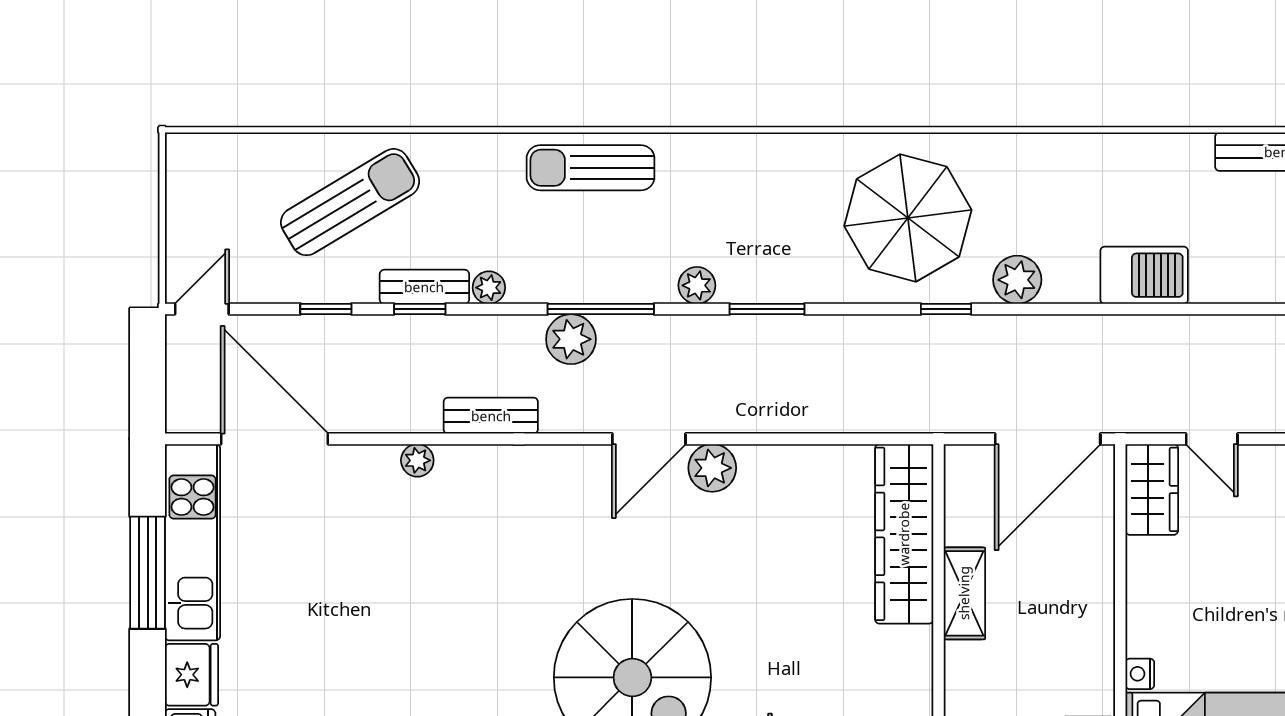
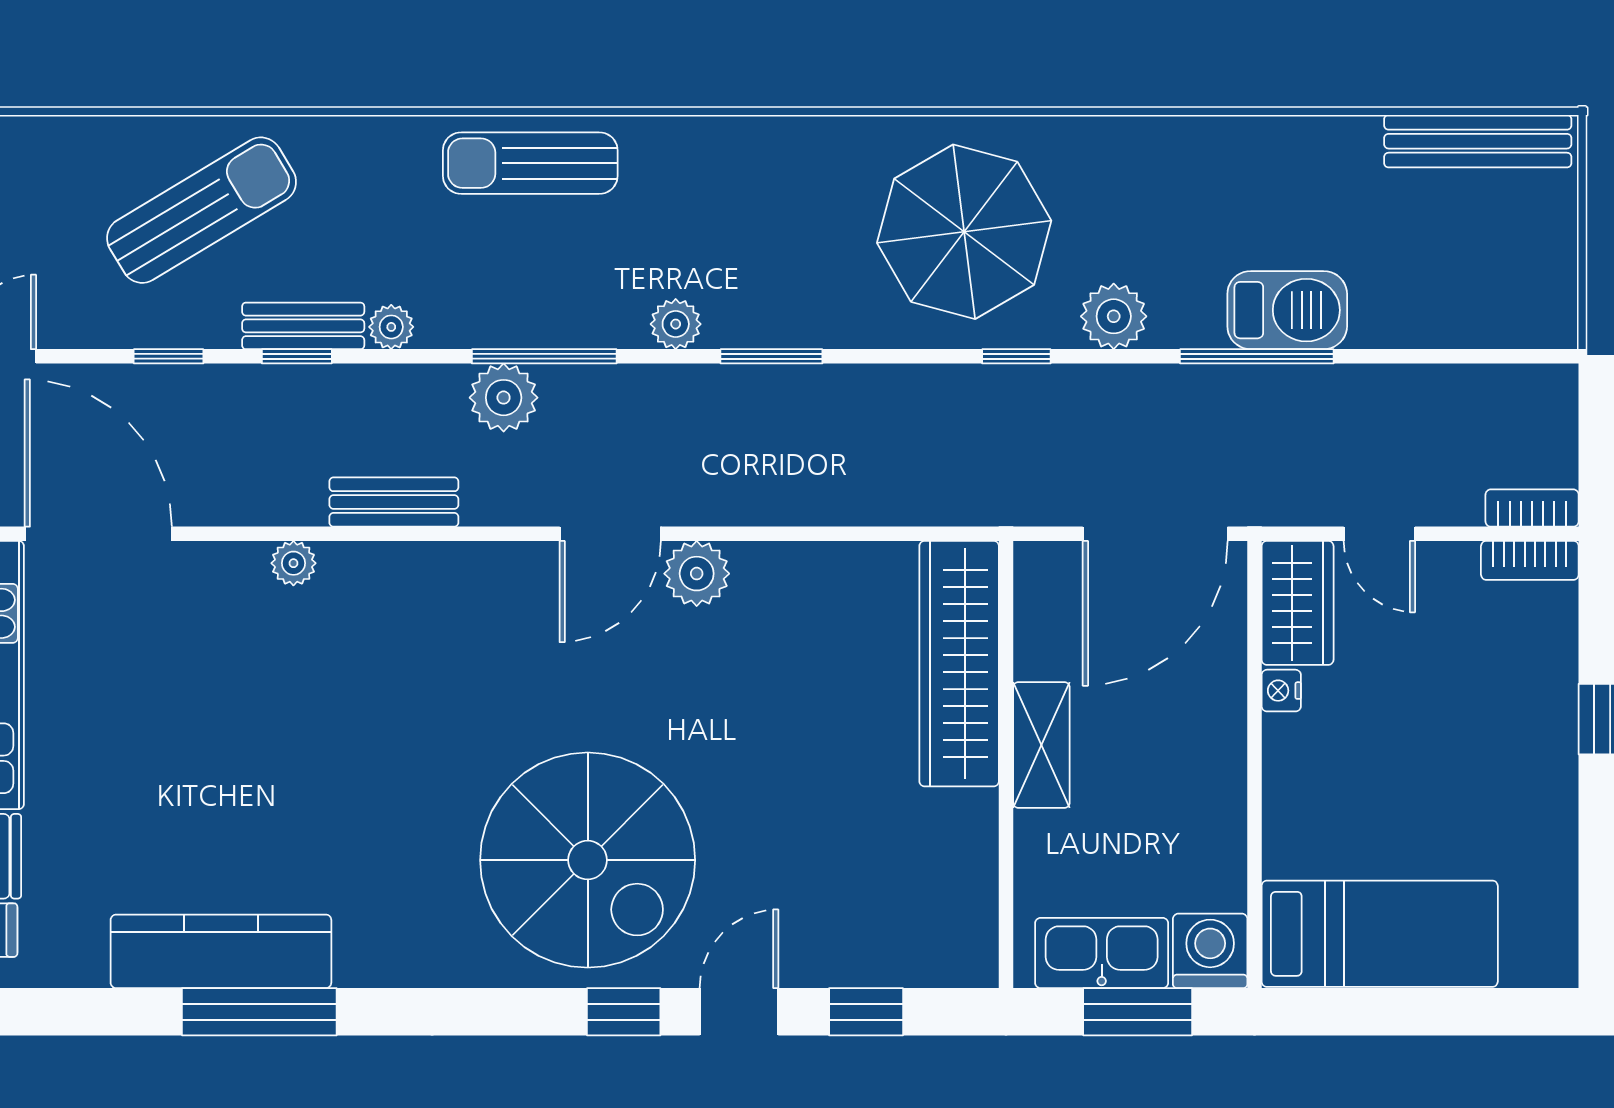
window: (1122, 309) -> (1257, 356), added
nightstand: (1140, 674) -> (1281, 691), moved

